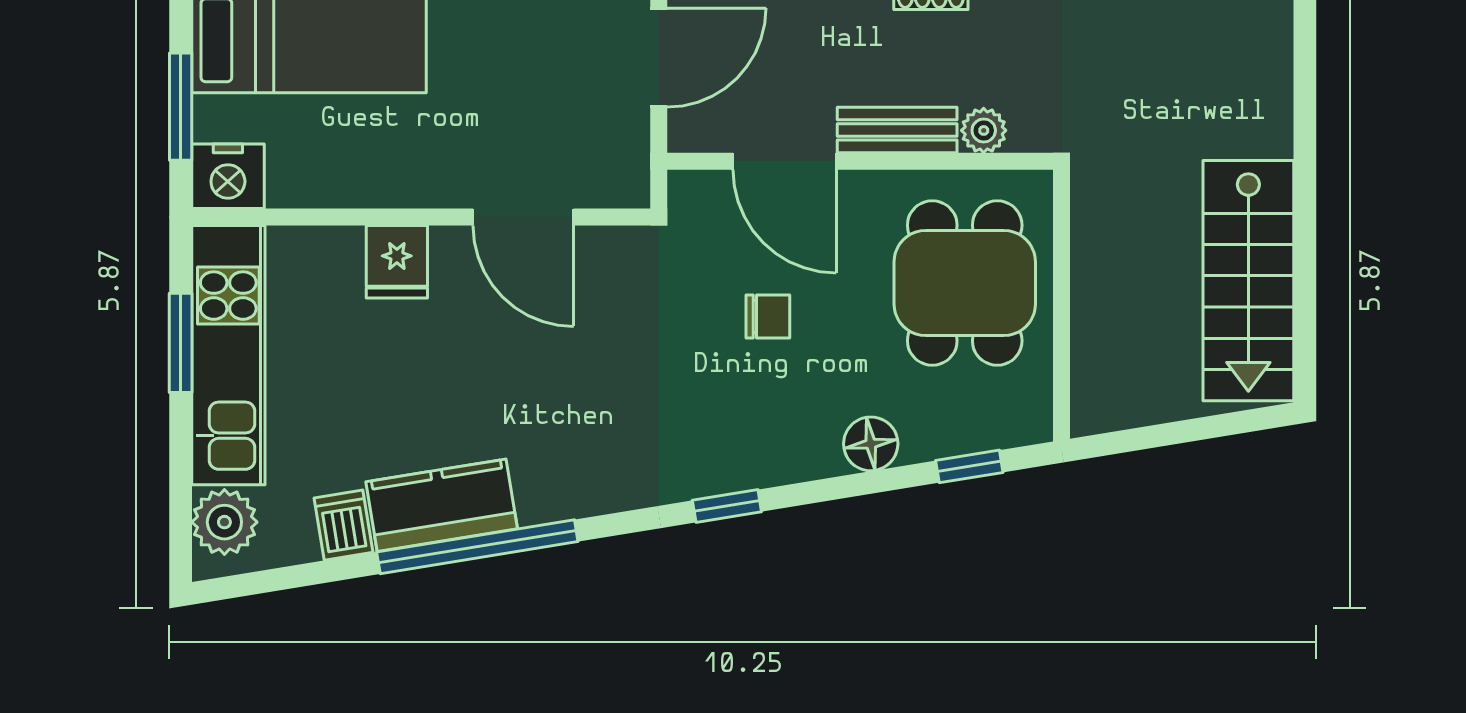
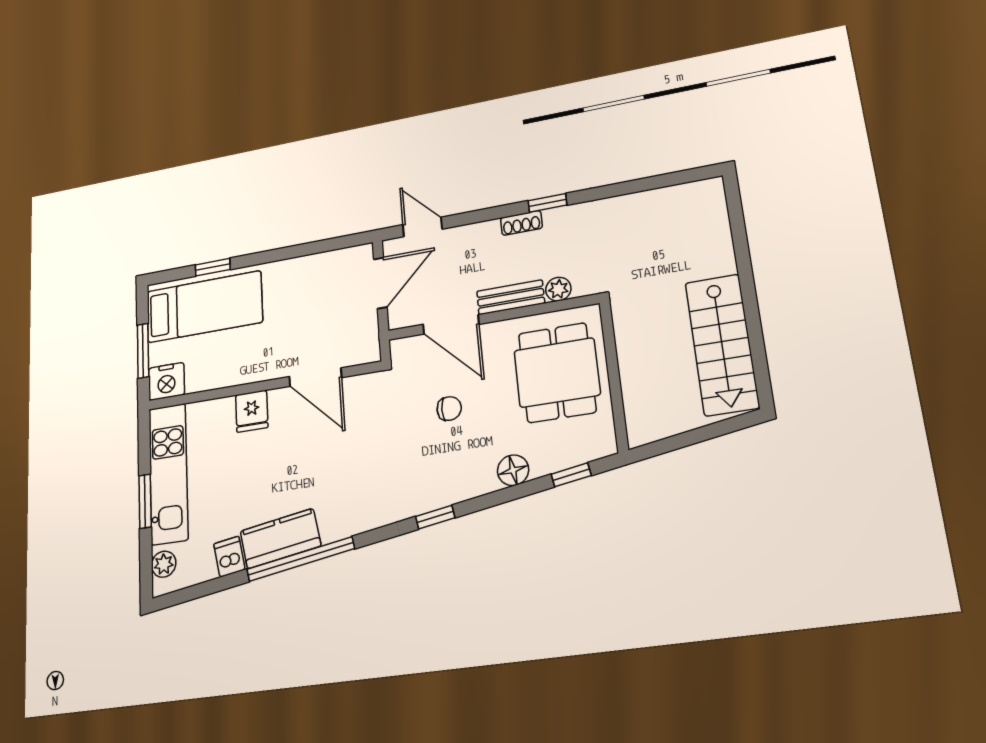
window: (181, 343) -> (145, 501), moved
plant: (224, 522) -> (164, 564), width x0.73, depth x0.73

